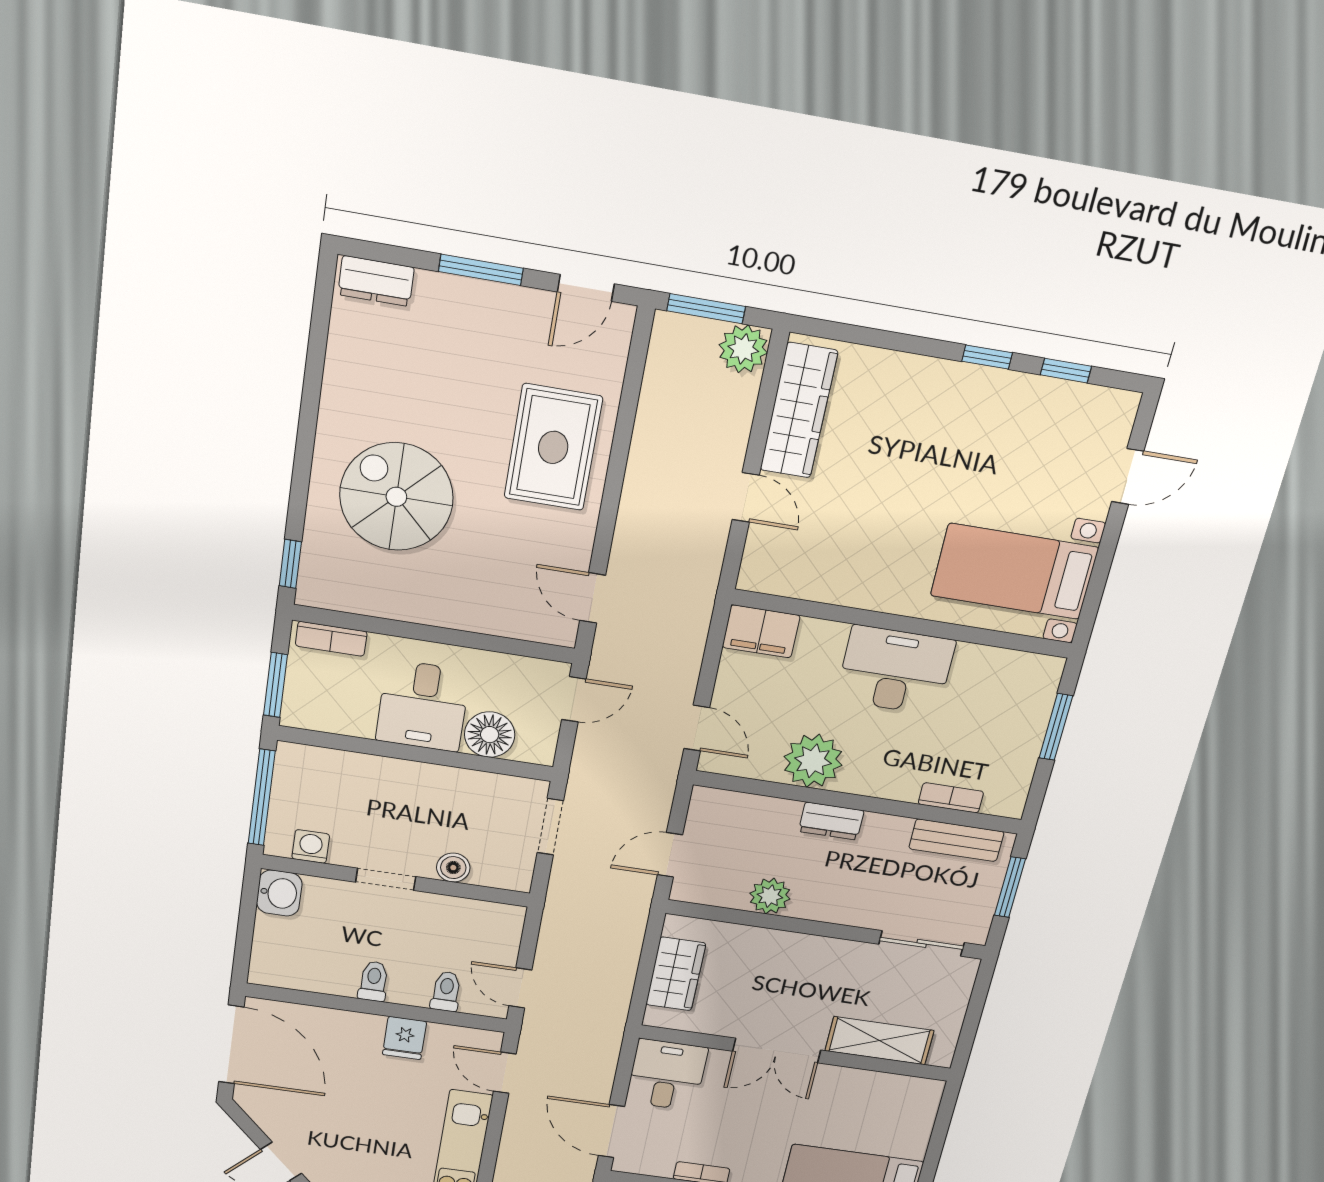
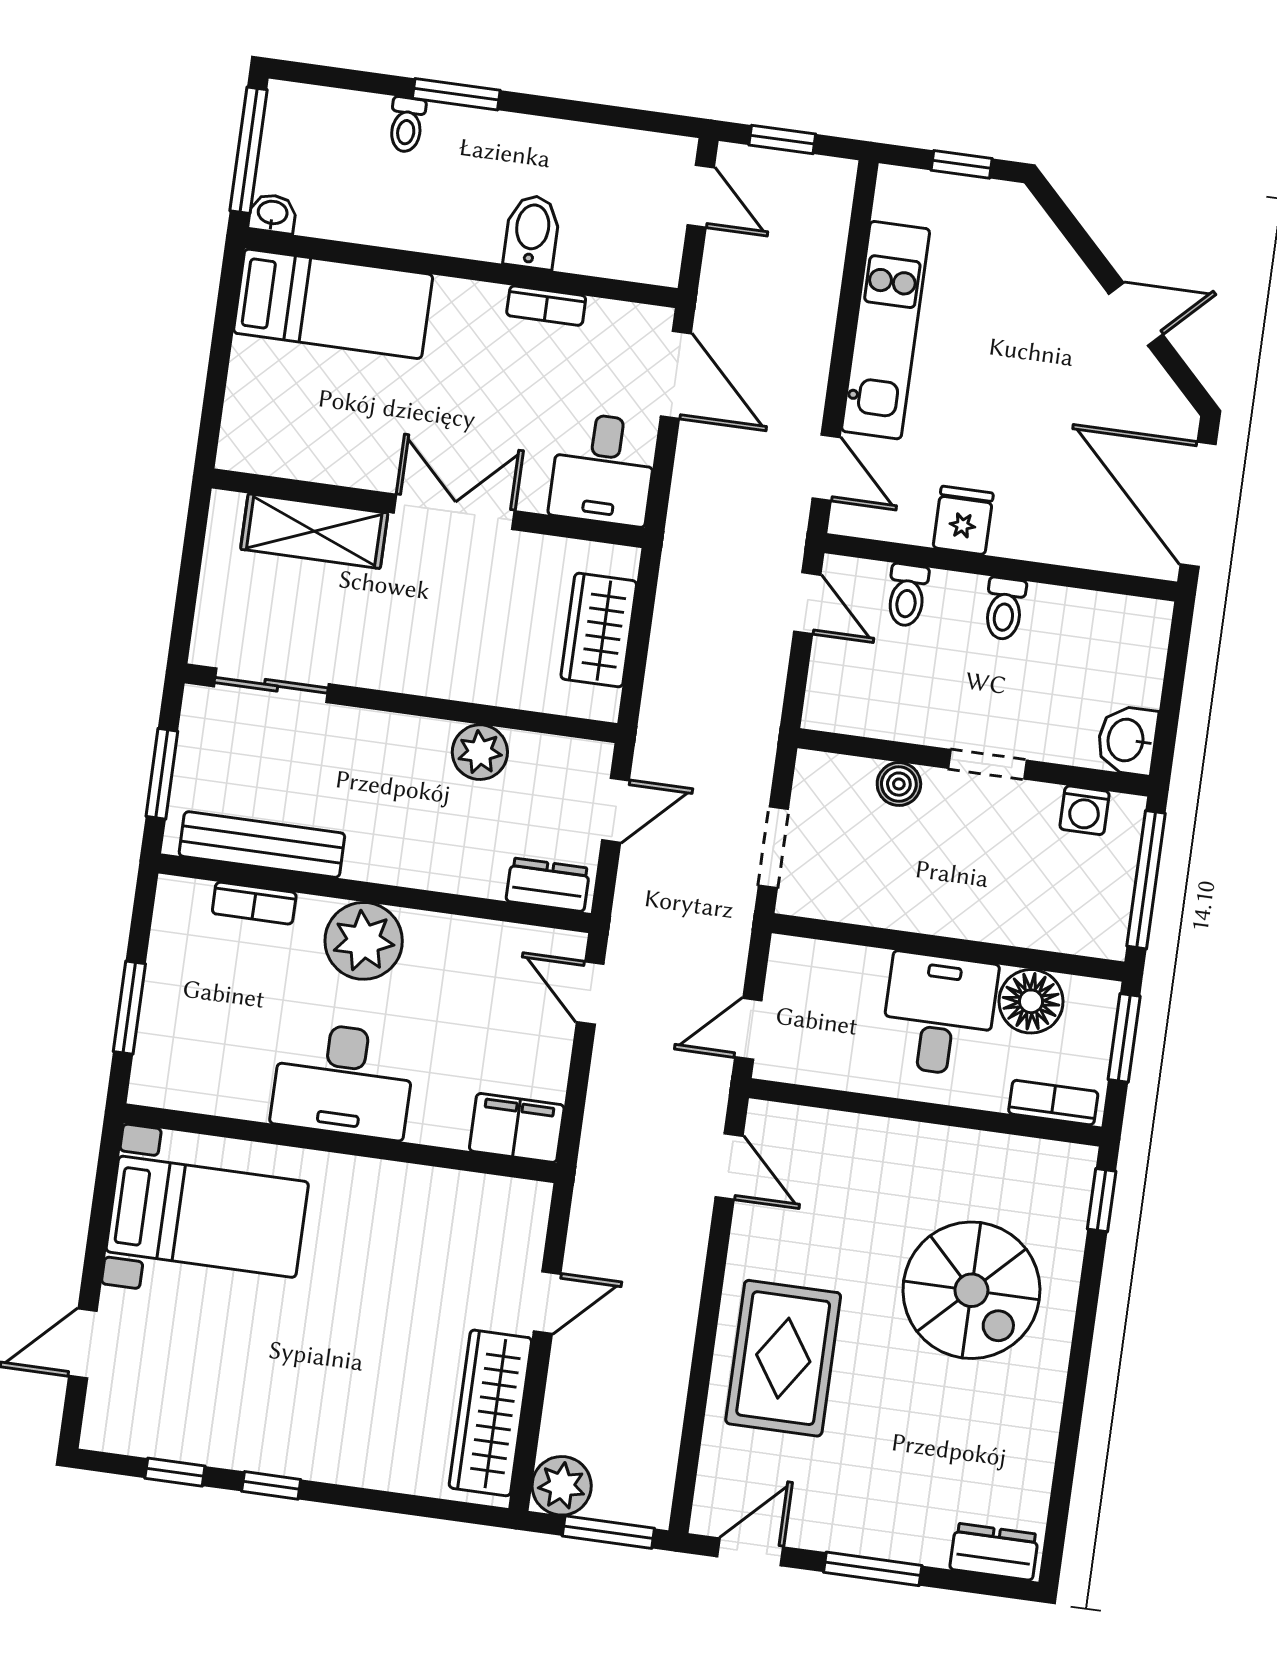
door: (746, 497) -> (547, 1303), swing flipped
floor lamp: (490, 735) -> (1031, 1001), moved
plant: (813, 761) -> (364, 941), moved
dresser: (831, 821) -> (548, 885), moved
bench: (956, 840) -> (262, 845), width x1.36

